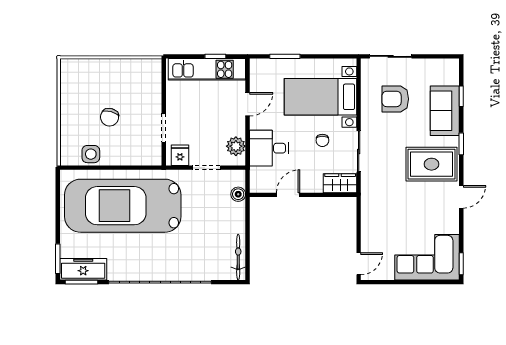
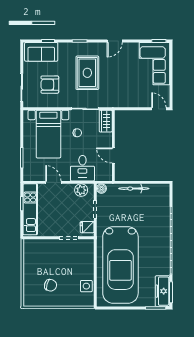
armchair: (395, 99) -> (50, 85), turned 90
sofa: (445, 111) -> (41, 52), moved
chair: (110, 117) -> (51, 285), moved
rug: (432, 164) -> (87, 73), moved
boiler: (238, 194) -> (101, 189), moved
door: (461, 197) -> (115, 41), swing flipped
bicycle: (238, 257) -> (134, 189), moved

